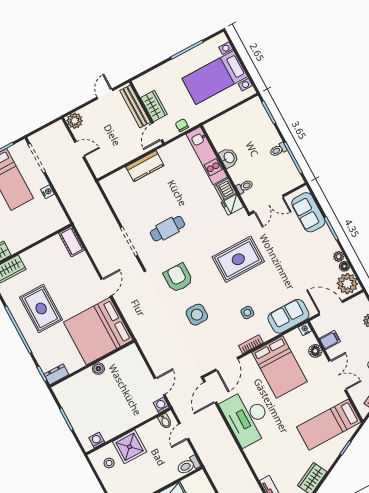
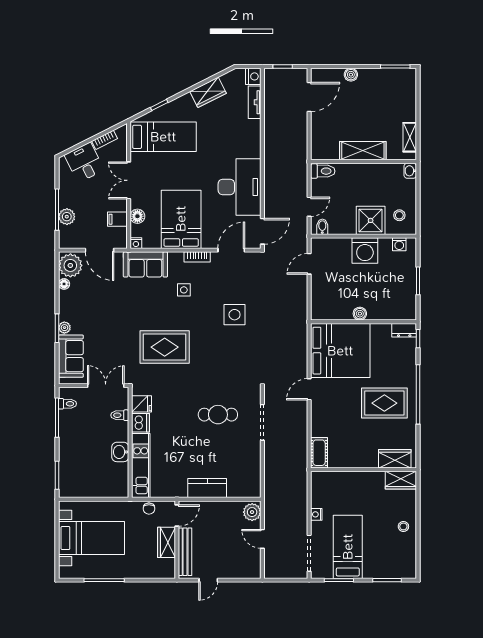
plant: (75, 121) -> (252, 512), moved
toilet: (278, 150) -> (67, 404), moved
plant: (339, 256) -> (64, 328), moved
armchair: (178, 278) -> (233, 361), removed
rug: (41, 308) -> (384, 403), turned 90
washing machine: (161, 405) -> (365, 250), moved, width x1.89, depth x1.89

